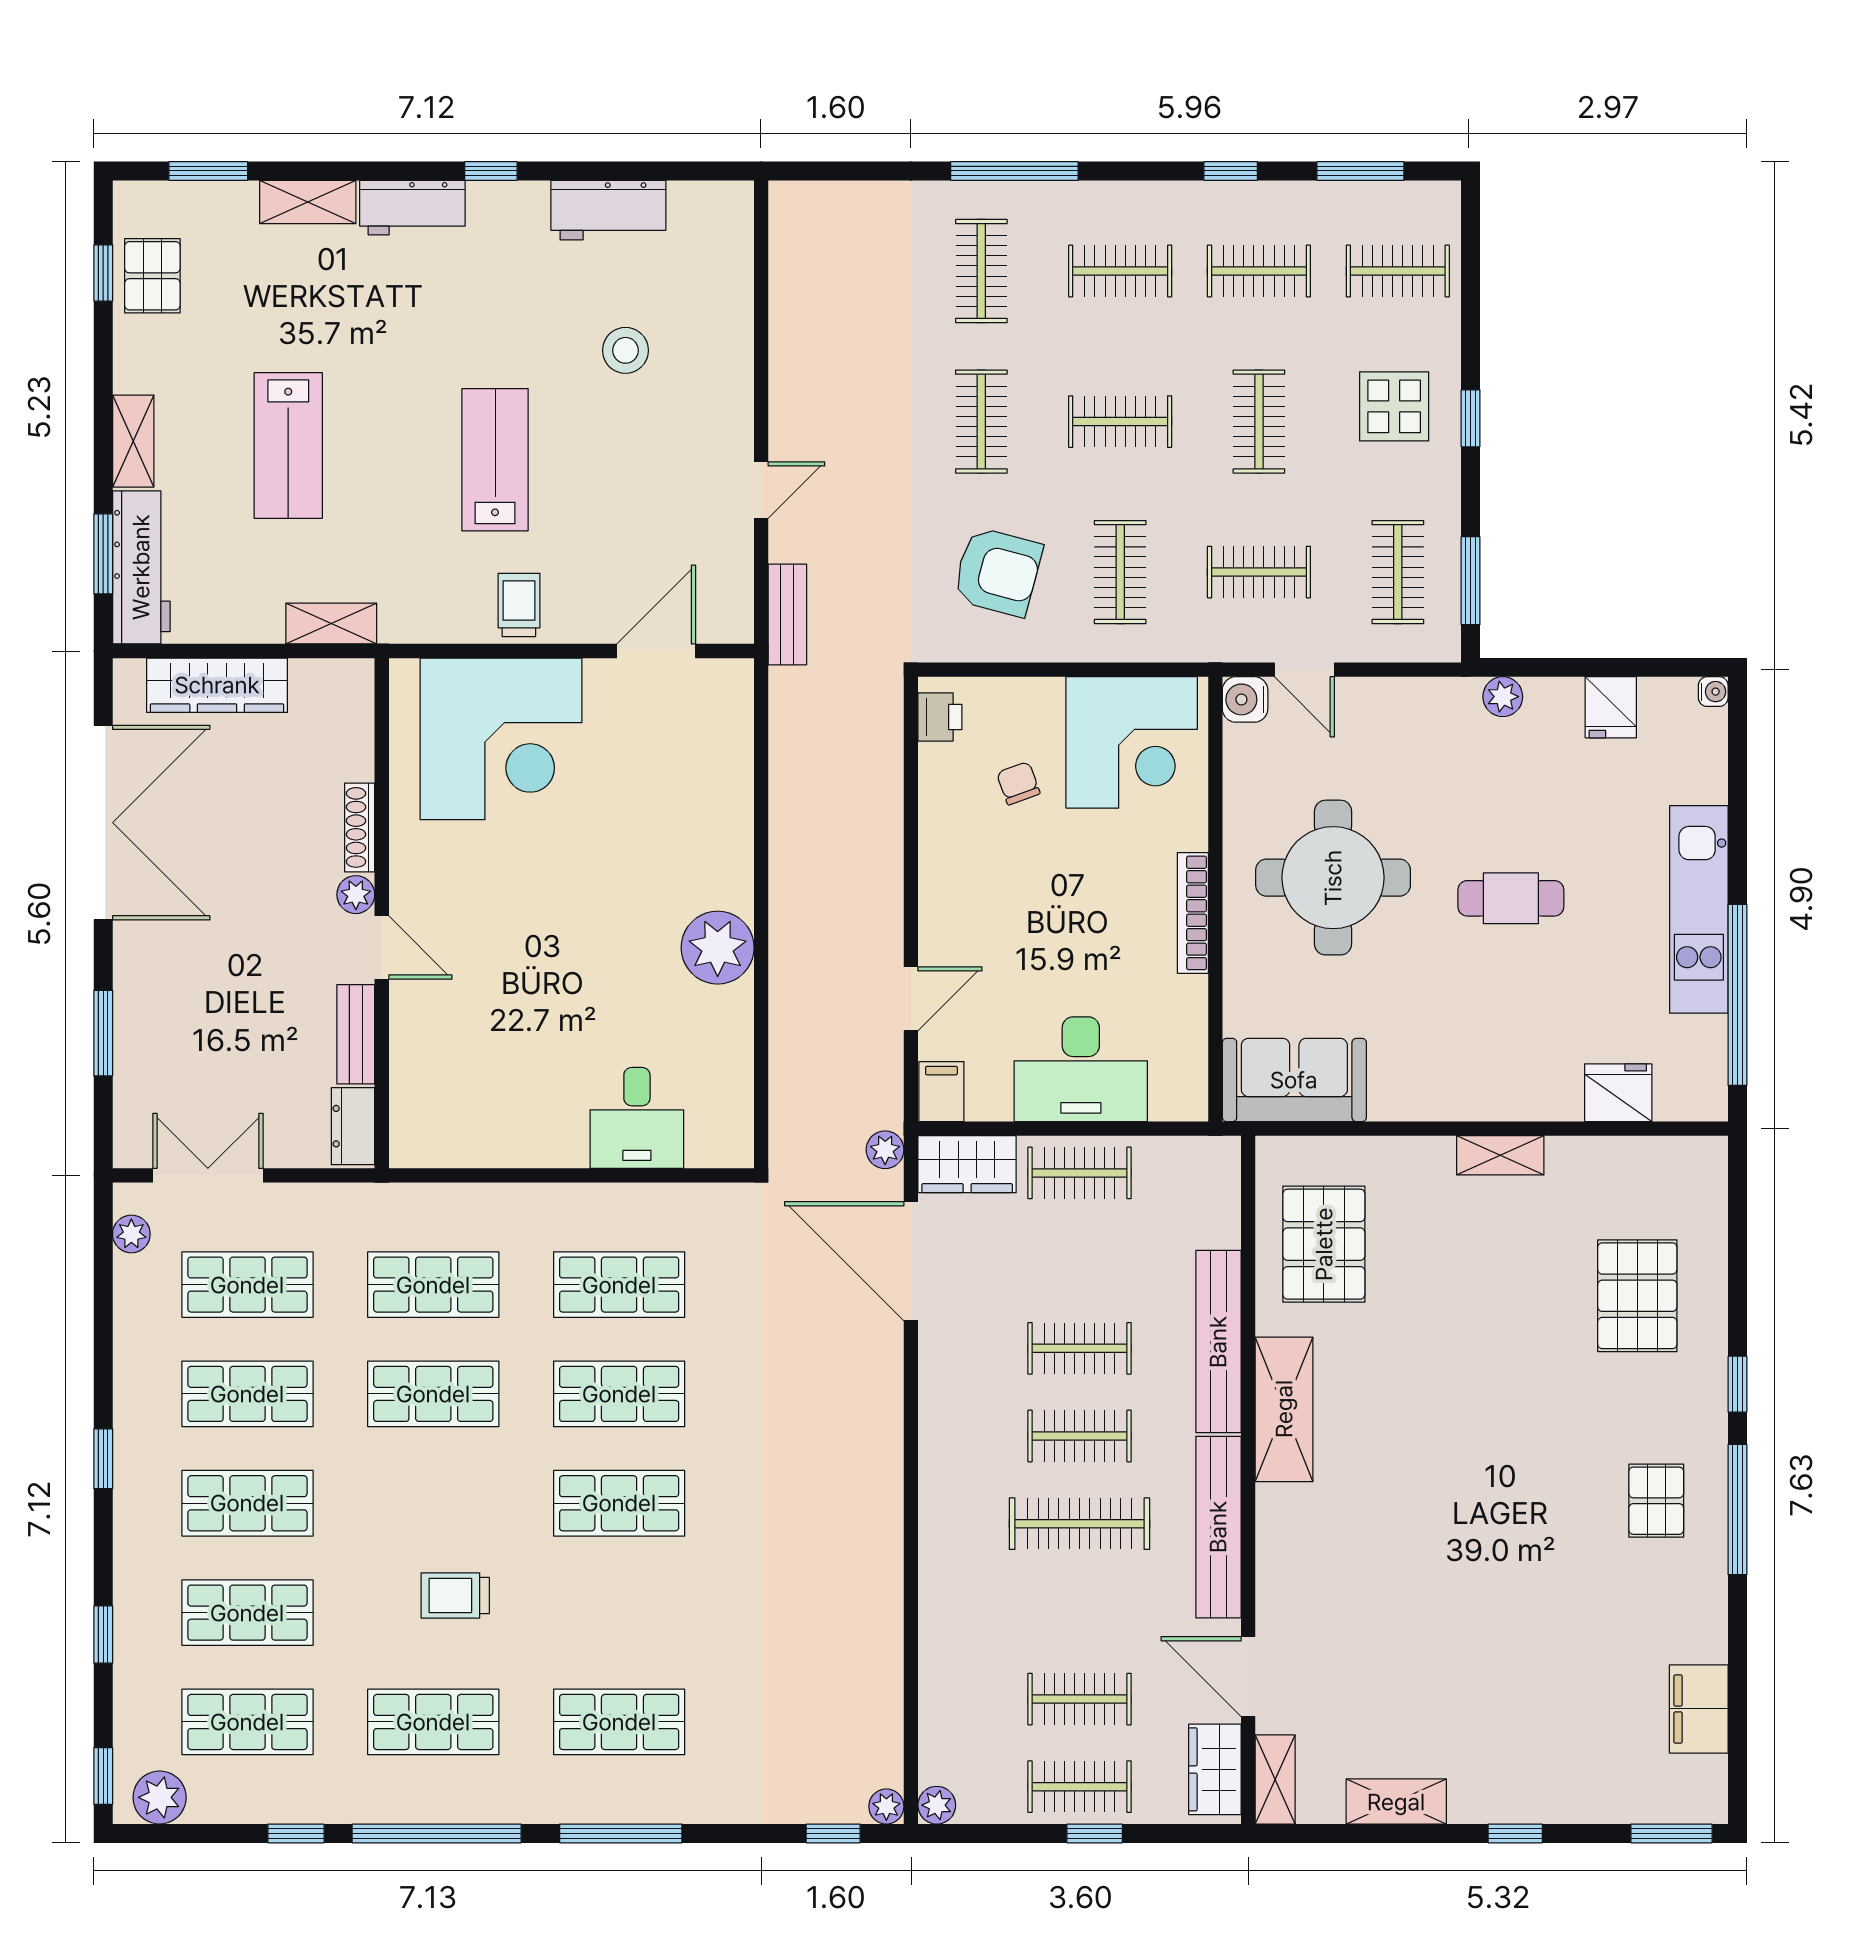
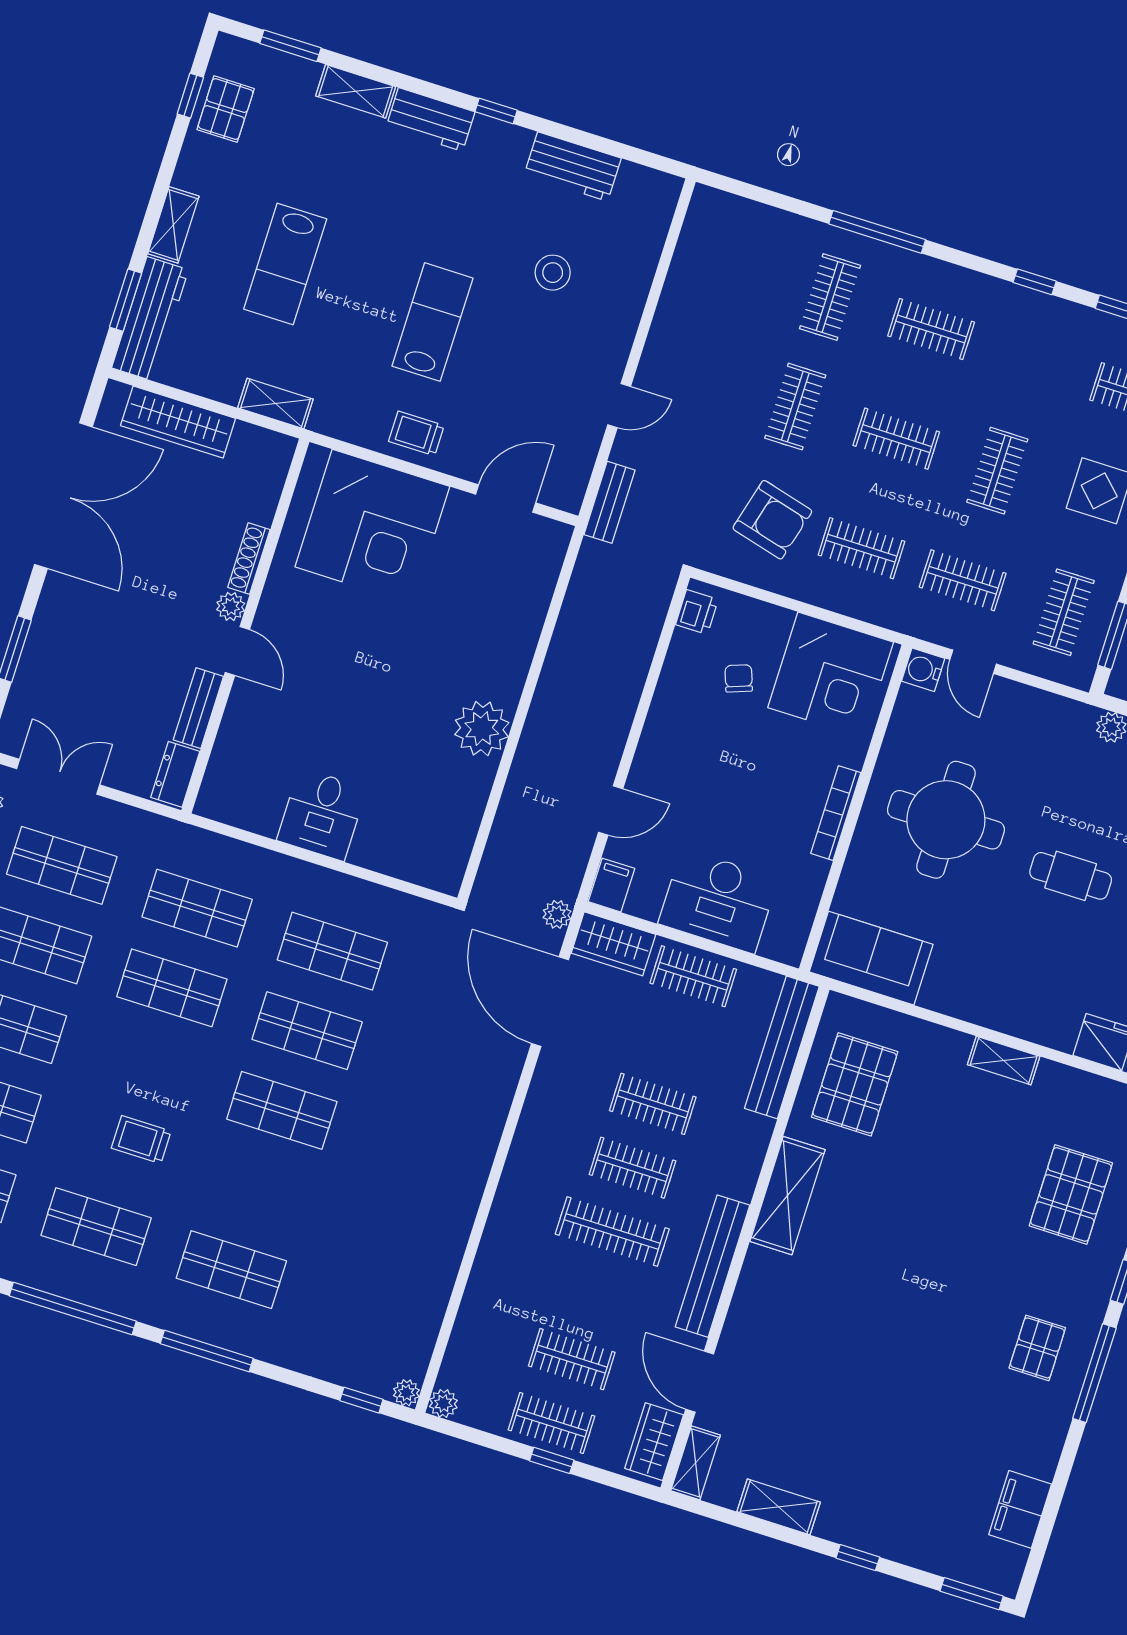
clothes rail: (1259, 271) -> (1032, 361), removed
clothes rail: (1120, 572) -> (862, 548), turned 90
trolley: (519, 605) -> (416, 433), turned -90
desk: (637, 1118) -> (322, 814), moved
bench: (1218, 1342) -> (782, 1047), moved

